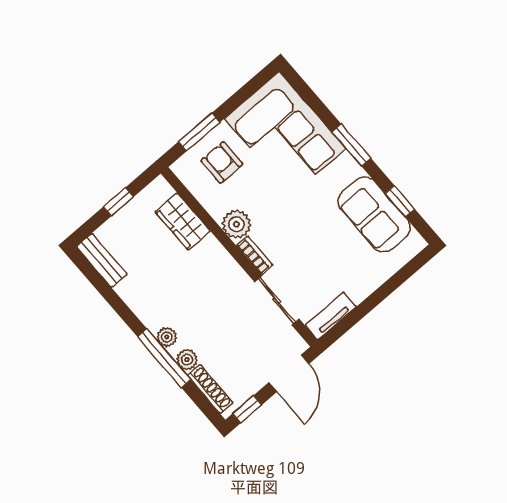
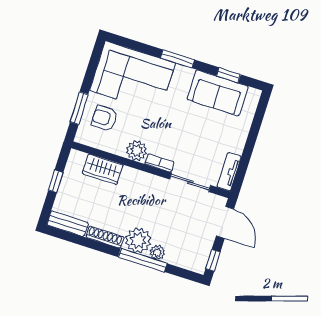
plant: (167, 337) -> (138, 240), width x1.87, depth x1.87
shoe rack: (210, 389) -> (105, 237), moved

